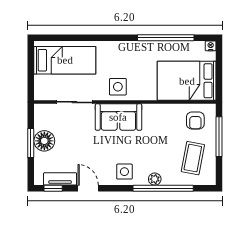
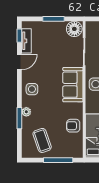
armchair: (195, 121) -> (73, 126), moved
floor lamp: (44, 141) -> (74, 29), moved
coffee table: (193, 158) -> (42, 140), turned 60
window: (163, 188) -> (19, 118), width x0.47

